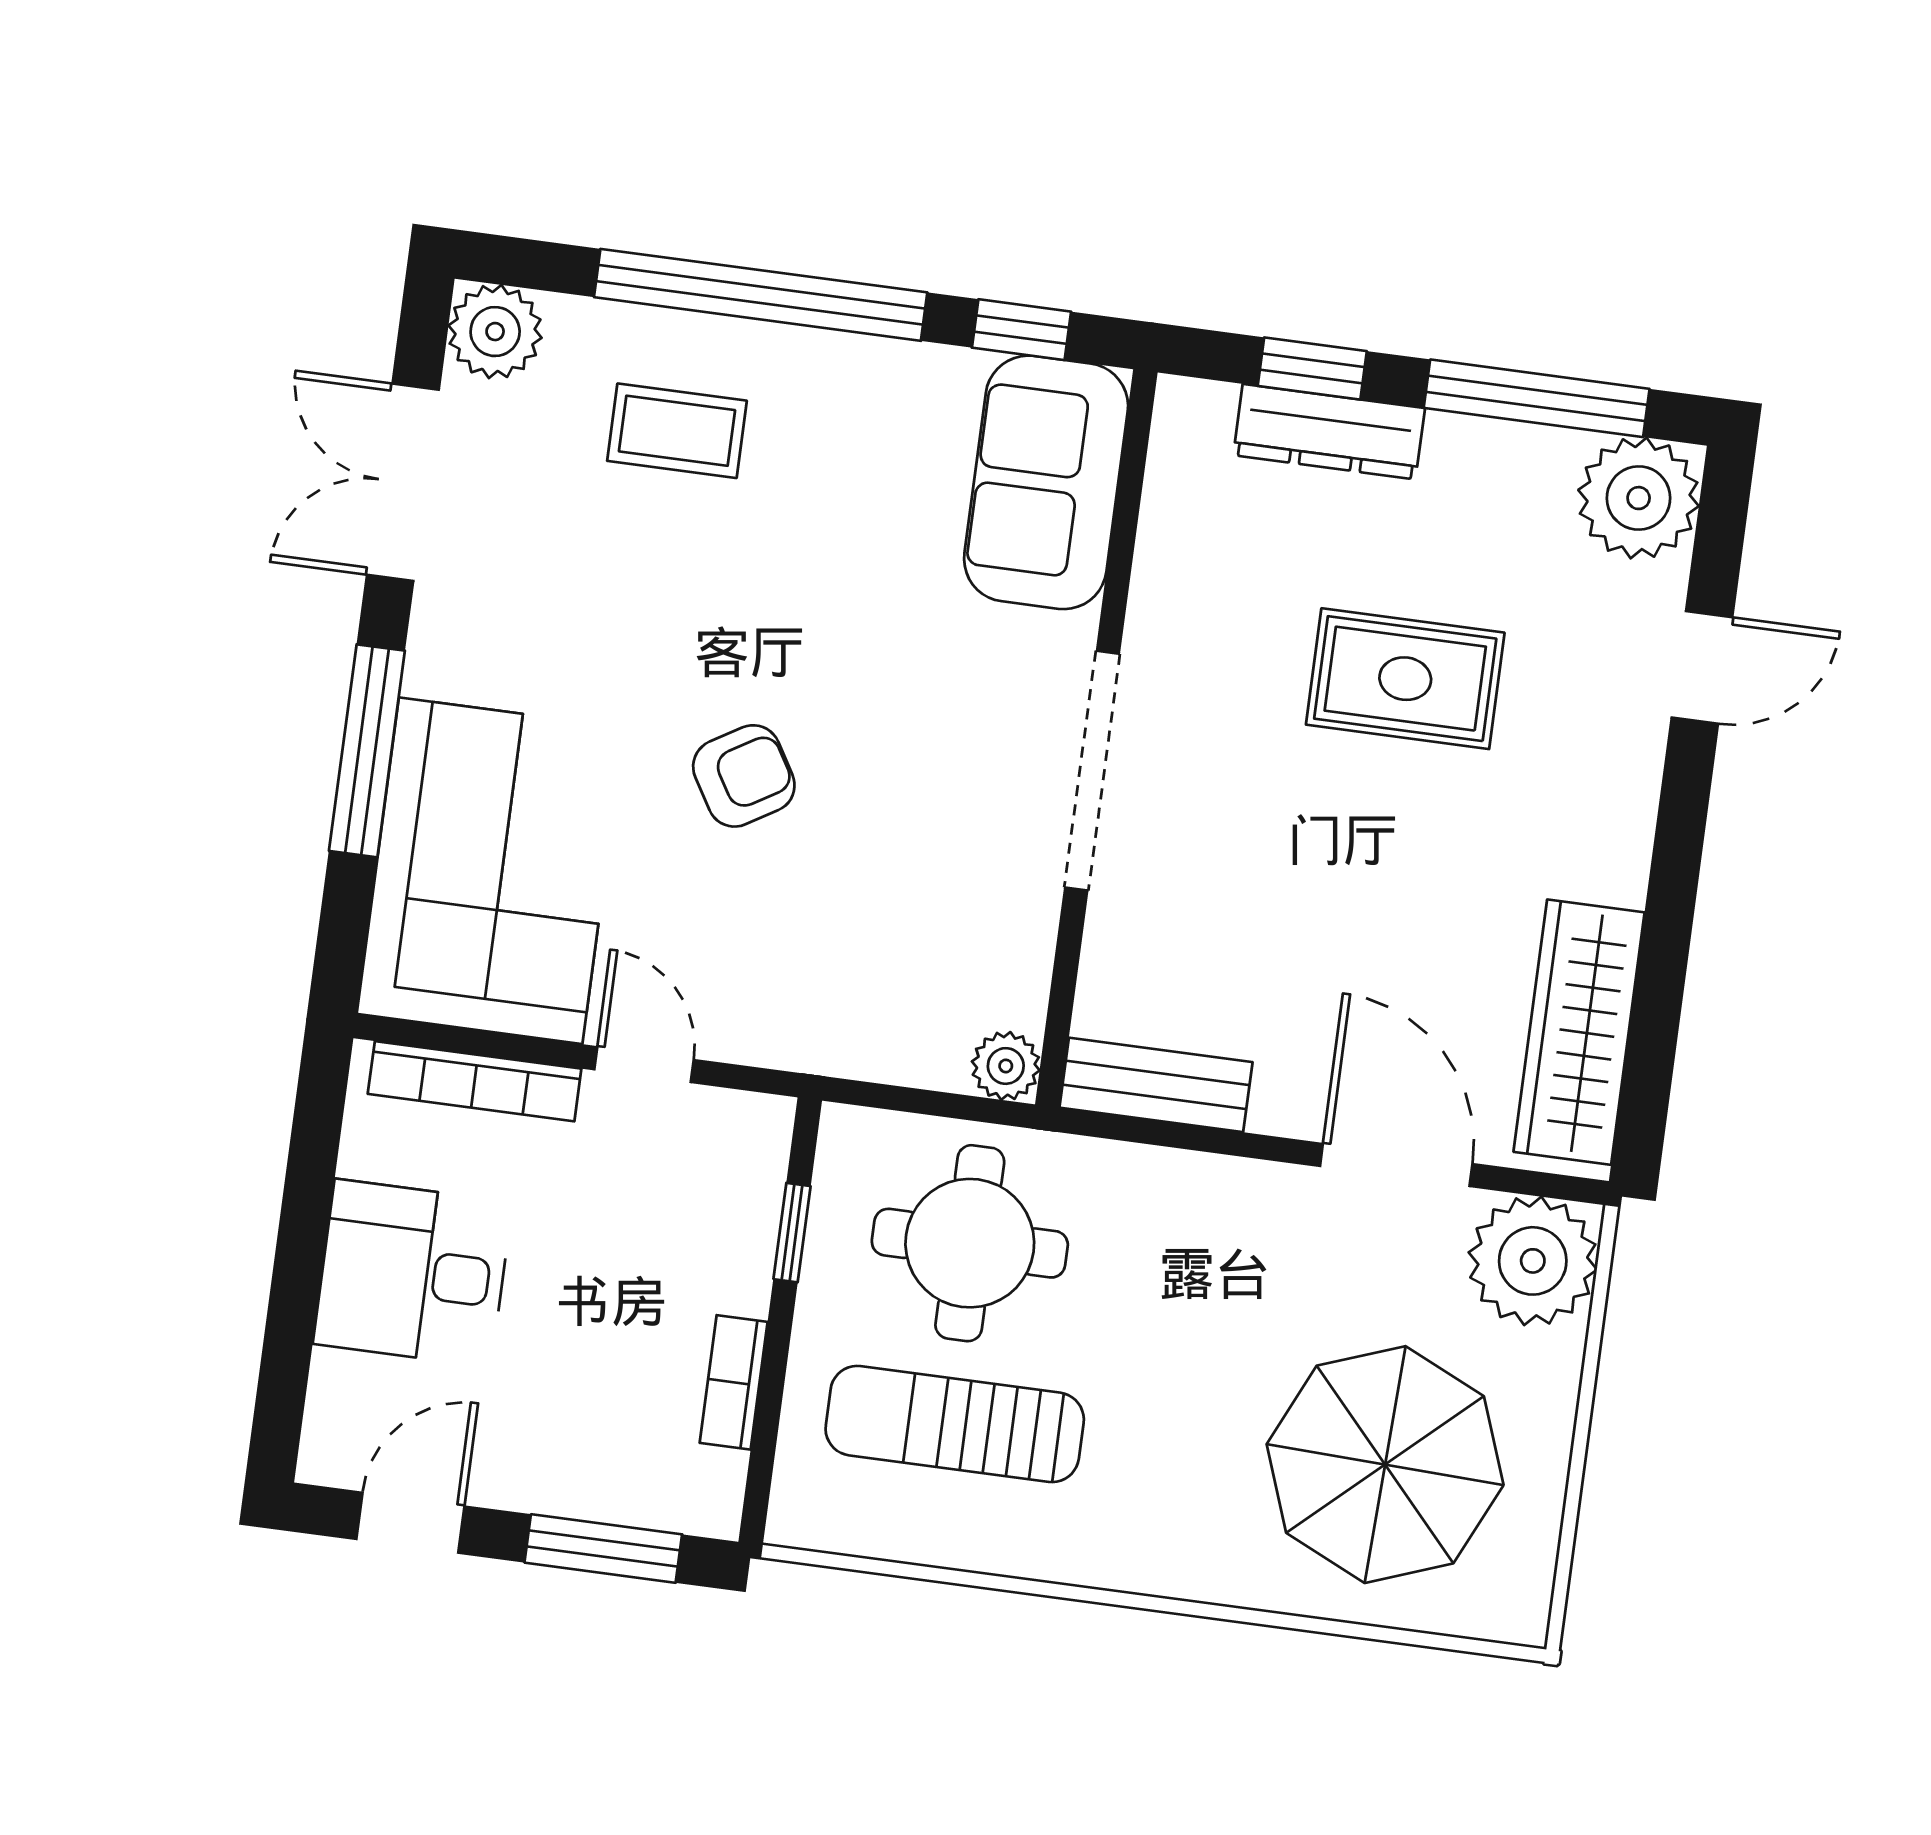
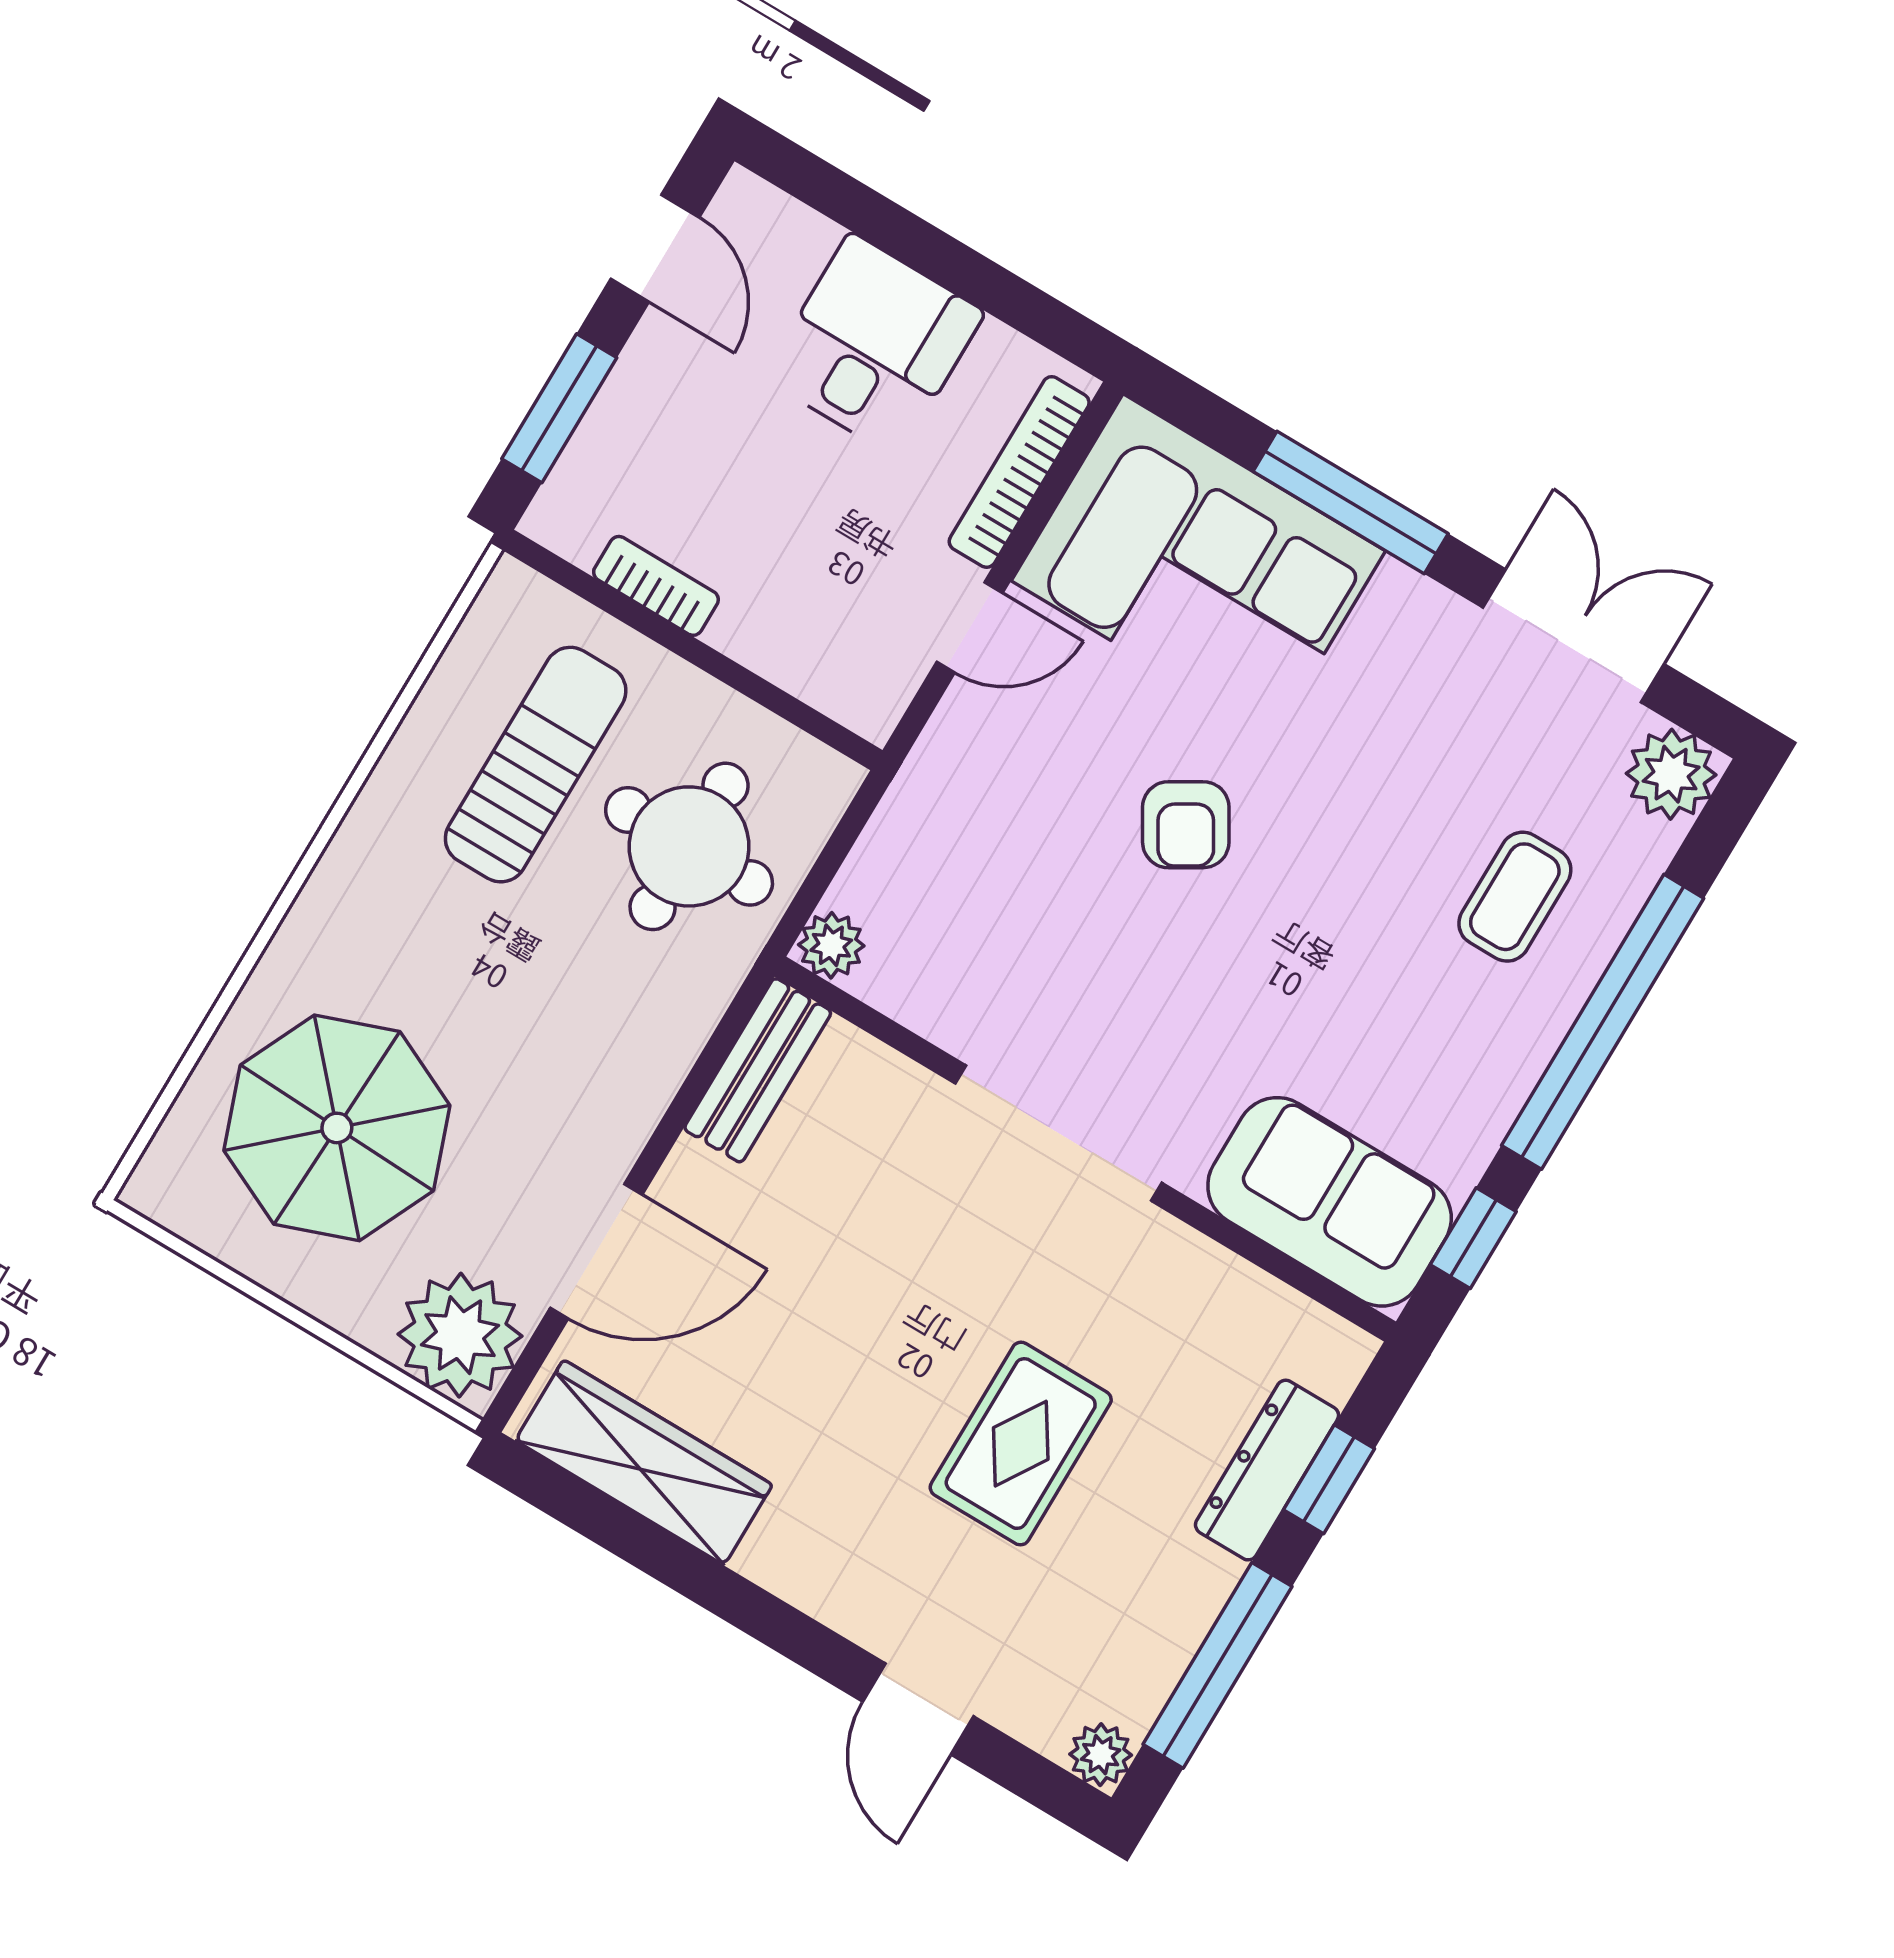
plant: (1639, 498) -> (1101, 1755), width x0.53, depth x0.53
window: (792, 1233) -> (766, 694), removed

